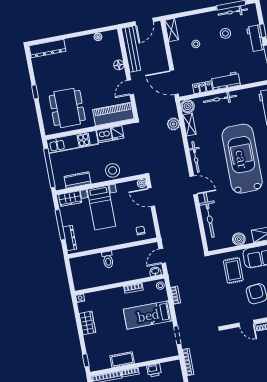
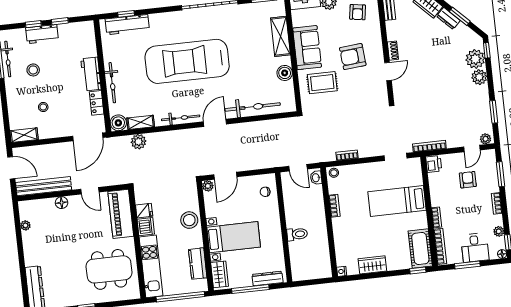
bed: (148, 315) -> (397, 201), moved, turned 90
cot: (122, 360) -> (420, 249), moved, width x1.37, depth x1.34
printer: (154, 370) -> (434, 164), moved

